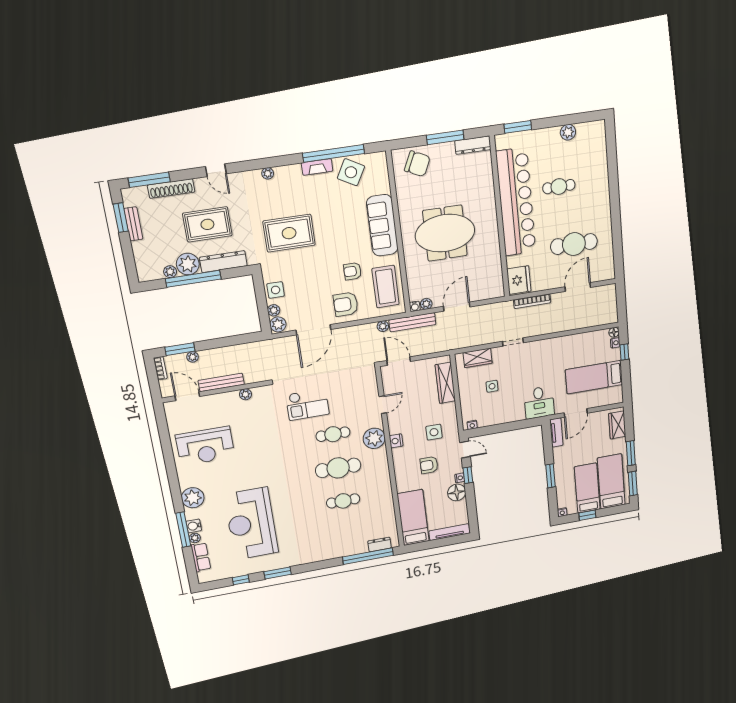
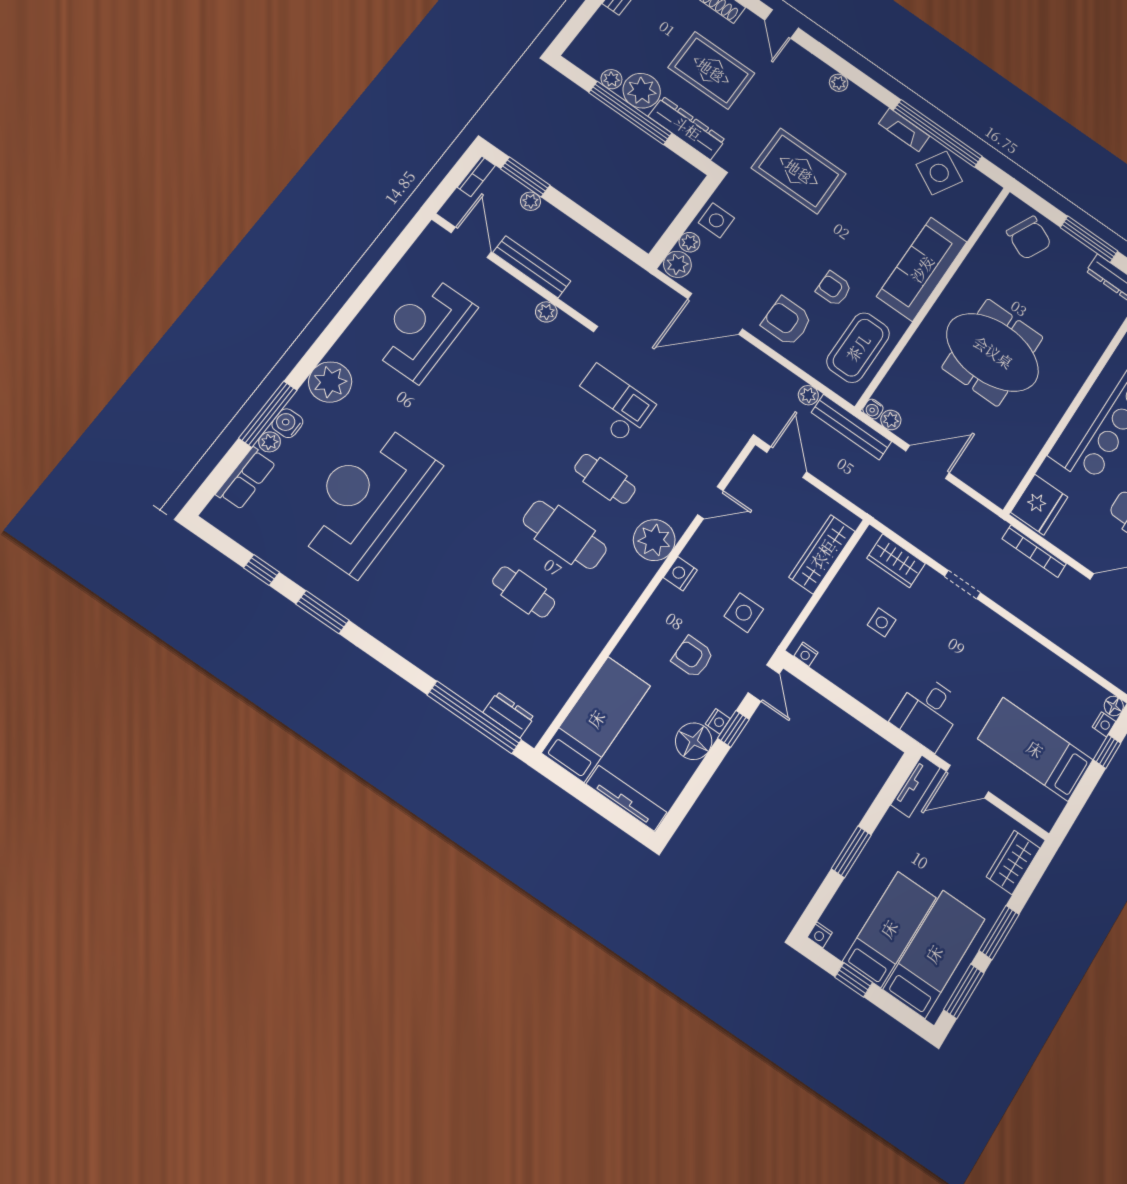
checkout: (307, 404) -> (612, 404), turned 180
reception desk: (205, 446) -> (423, 328), turned 90

